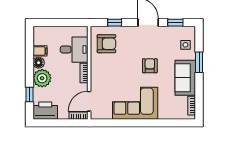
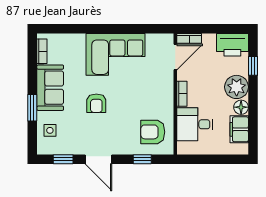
filing cabinet: (40, 51) -> (239, 129), width x2.00

